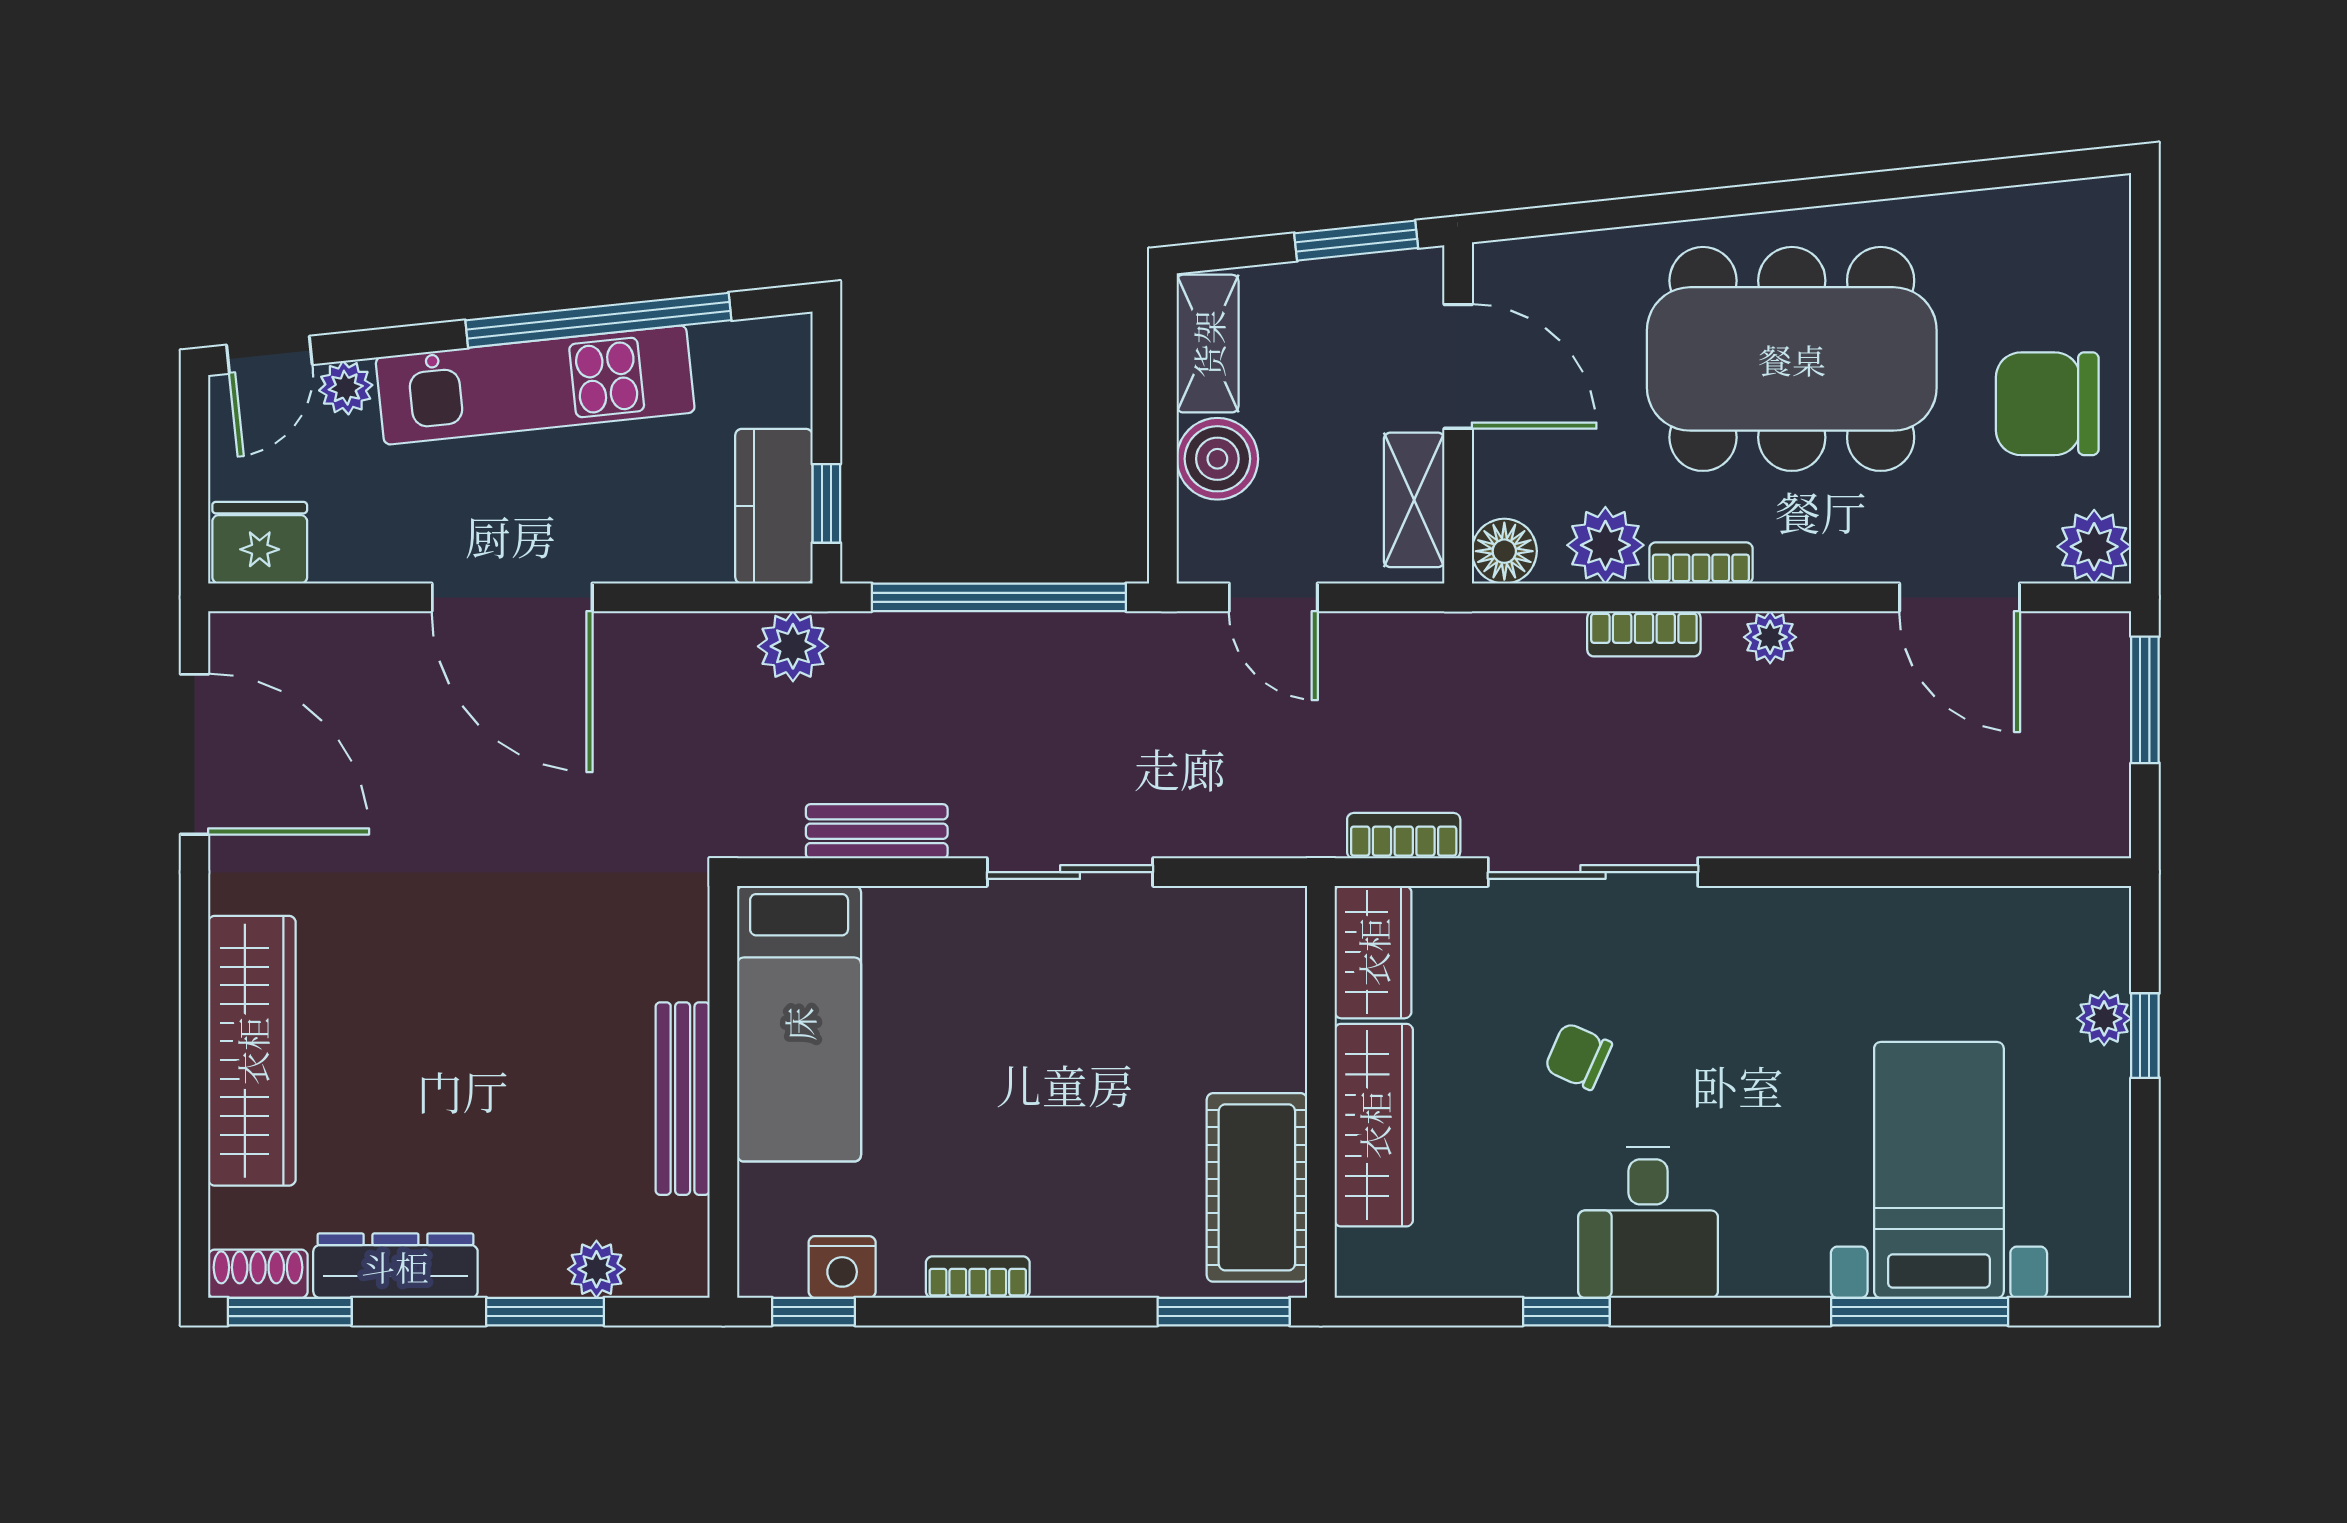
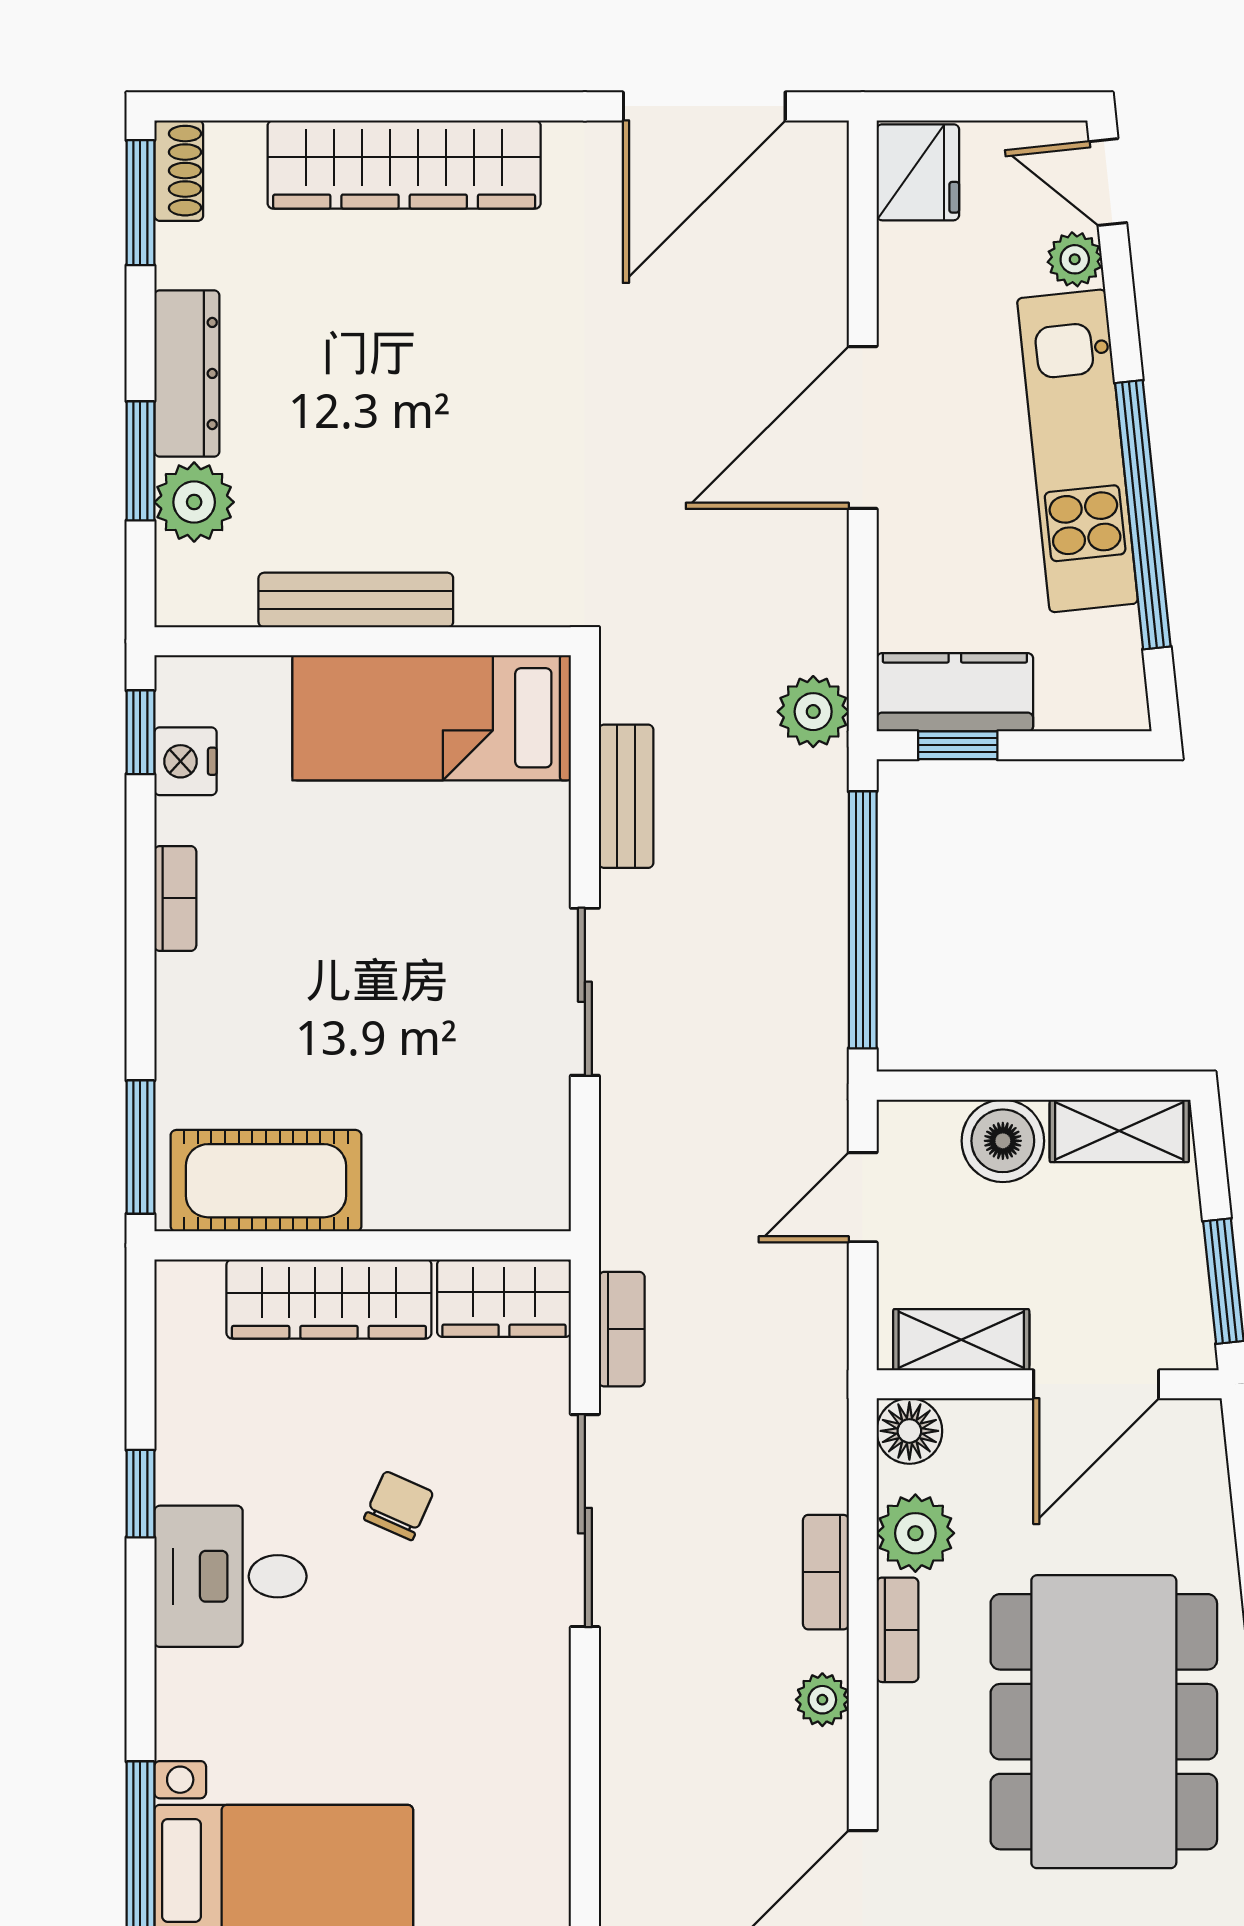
dresser: (395, 1266) -> (187, 373), moved
plant: (596, 1269) -> (194, 502), width x1.38, depth x1.38

